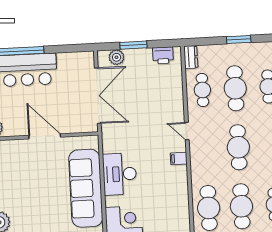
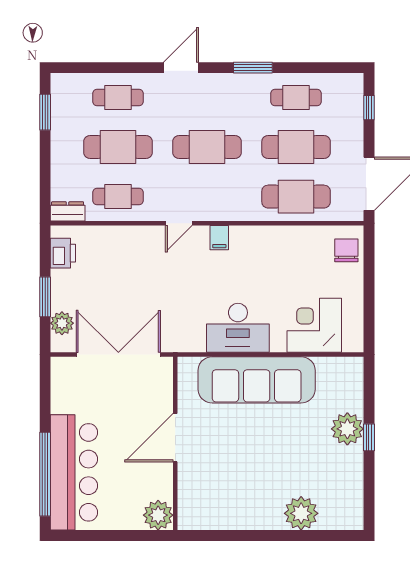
window: (239, 40) -> (45, 112), moved

